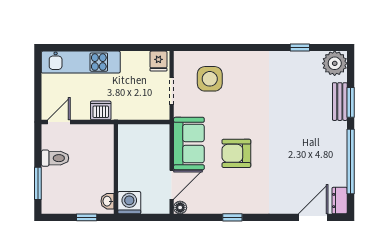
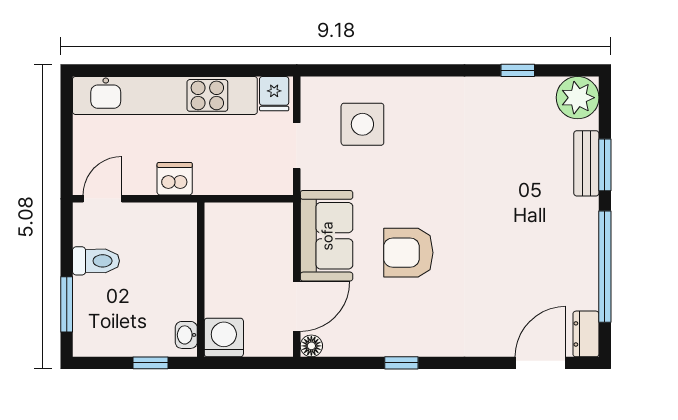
kitchen unit: (81, 62) -> (165, 95), width x1.36

